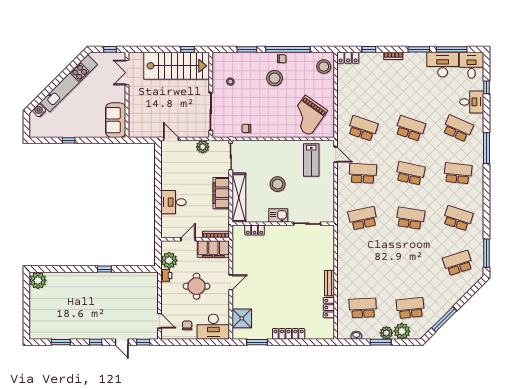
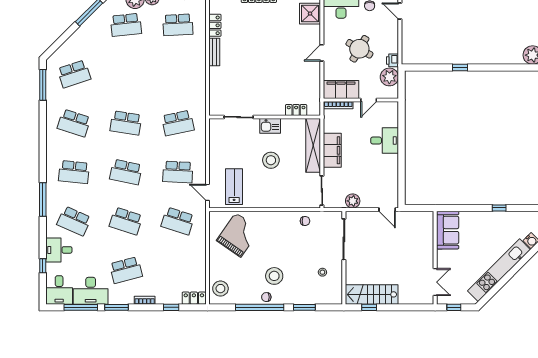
stairs: (177, 66) -> (372, 294), width x0.73, depth x0.66
school desk: (410, 83) -> (126, 270), added
round table: (196, 286) -> (359, 49), turned 30

